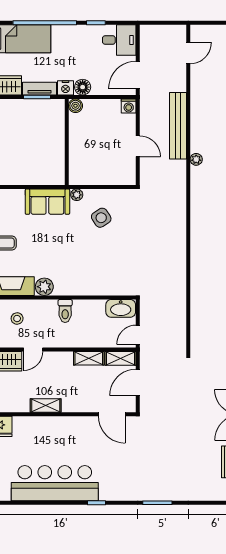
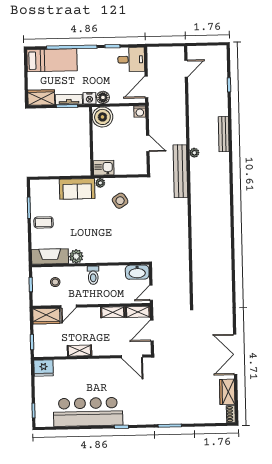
boiler: (75, 106) -> (102, 117), width x1.86, depth x1.86
bench: (178, 126) -> (180, 171), moved
kitchen sink: (81, 176) -> (104, 168), added

